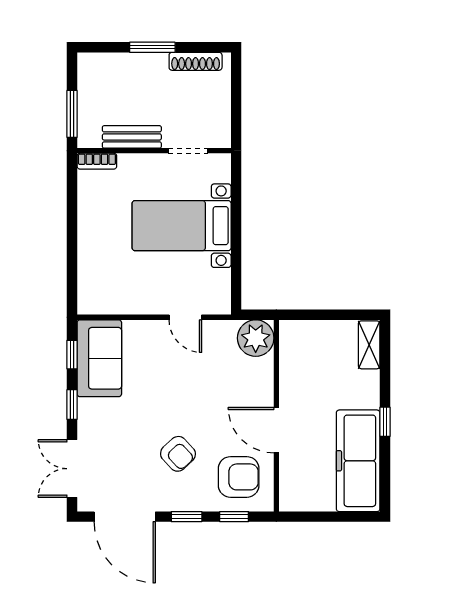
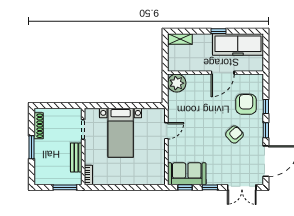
plant: (256, 338) -> (177, 83), moved
wall: (276, 416) -> (215, 73), moved
door: (276, 430) -> (223, 73), moved

